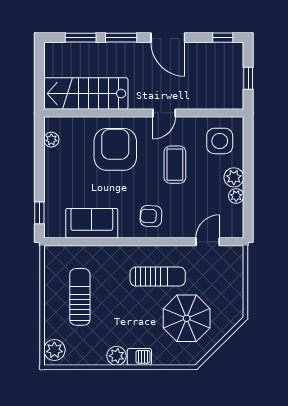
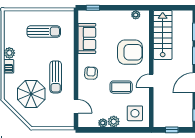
door: (164, 113) -> (151, 81), hinge flipped
plant: (54, 350) -> (13, 17), removed

